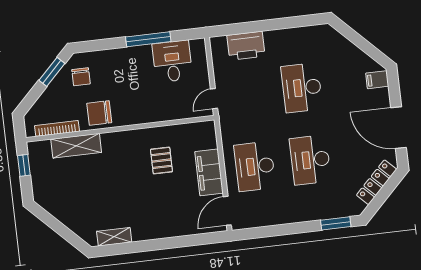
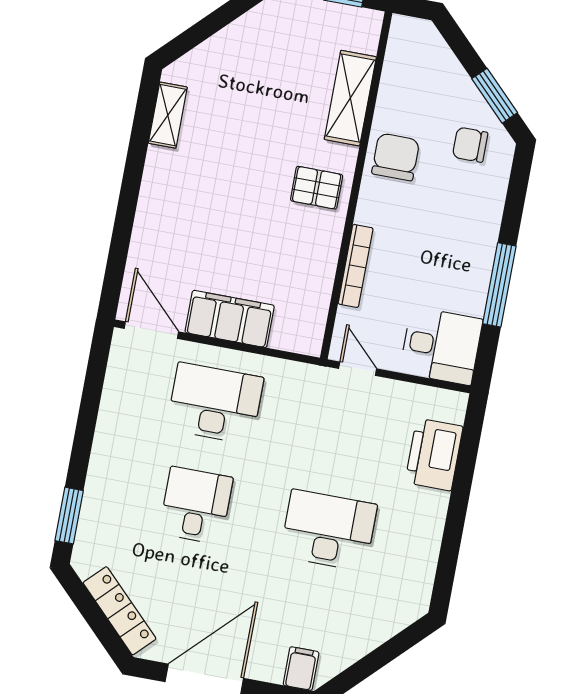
desk: (172, 61) -> (441, 346), moved
bookcase: (57, 128) -> (356, 266), moved
desk: (310, 160) -> (196, 506), width x0.73
pallet: (161, 161) -> (317, 188), moved

